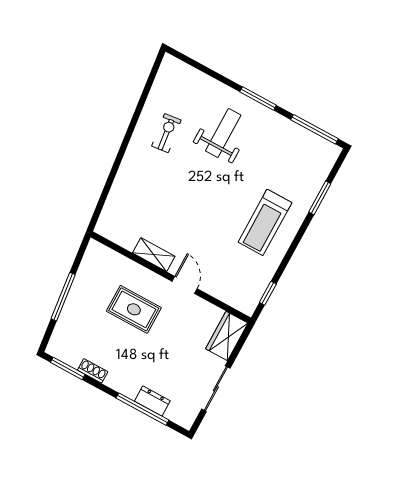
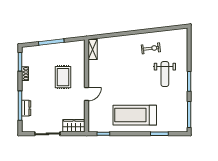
weight bench: (223, 133) -> (165, 74), turned 90
treadmill: (265, 222) -> (135, 115), width x1.37, depth x1.37
shelving: (154, 255) -> (93, 50), moved

